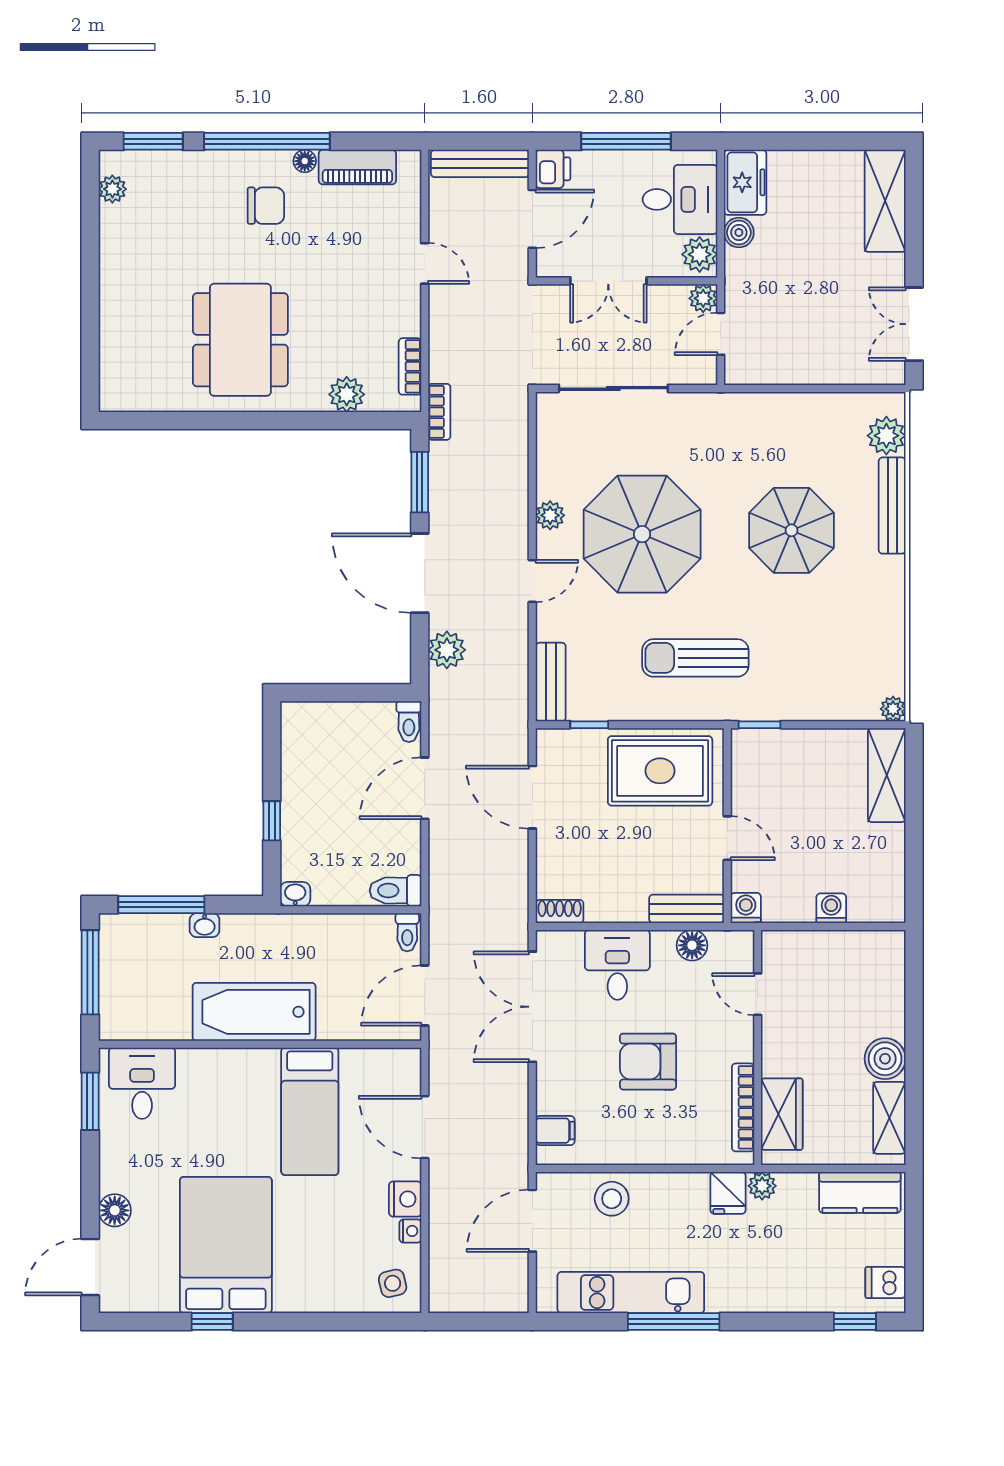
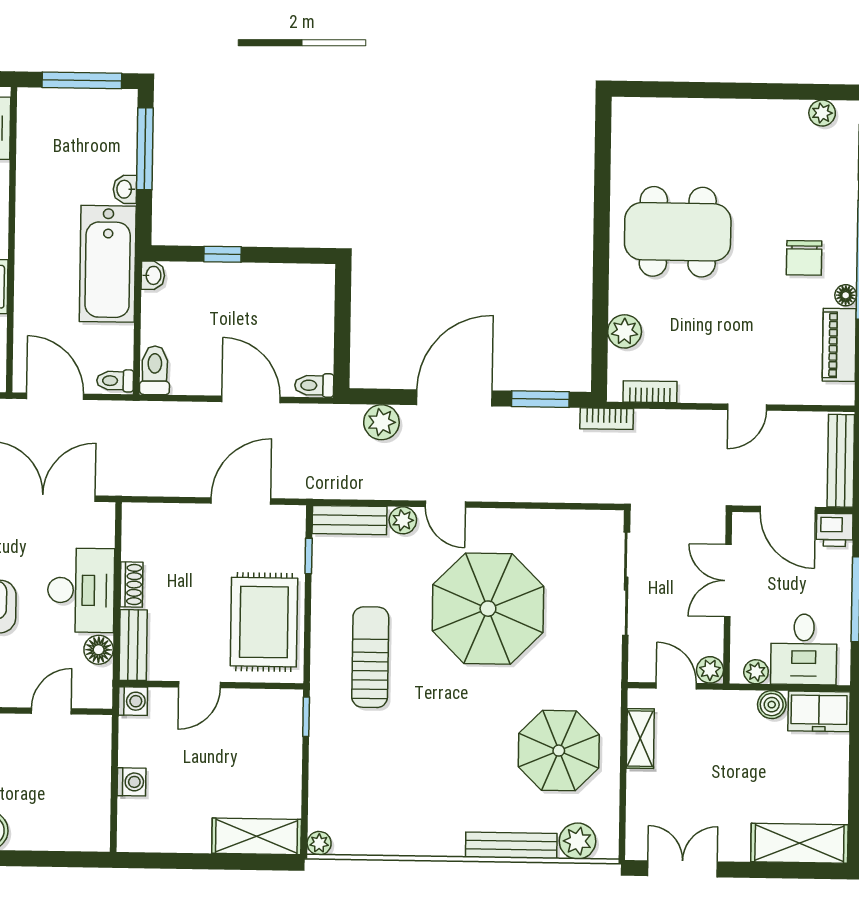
plant: (700, 254) -> (756, 672), width x0.73, depth x0.73
shelving: (777, 371) -> (640, 739), added
plant: (550, 515) -> (403, 520), moved
parasol: (792, 530) -> (559, 751), moved
shoe rack: (560, 912) -> (132, 584), moved
desk: (617, 965) -> (81, 590), width x1.37
bathtub: (254, 1012) -> (108, 264), moved, turned 180

